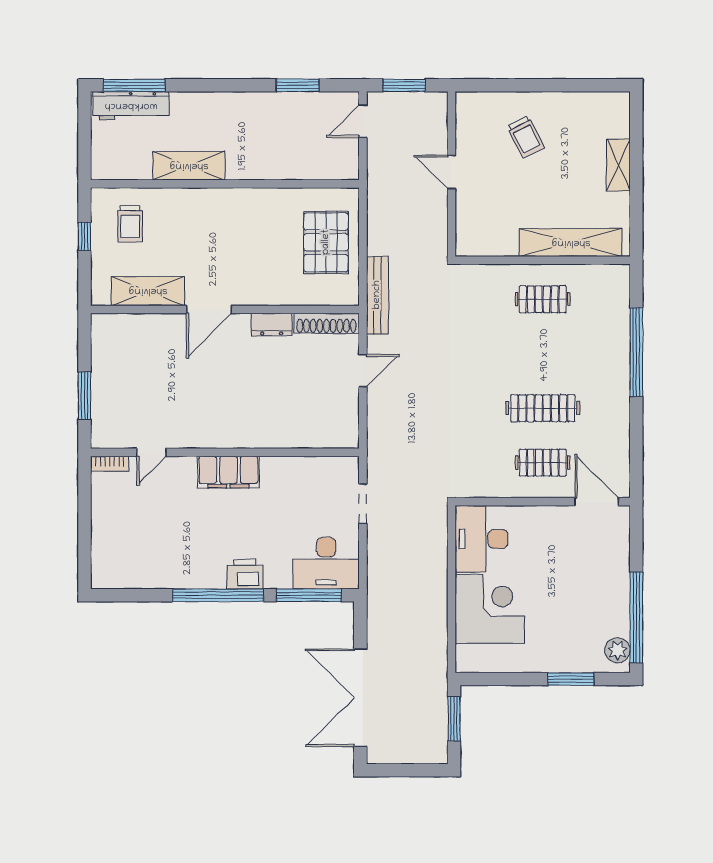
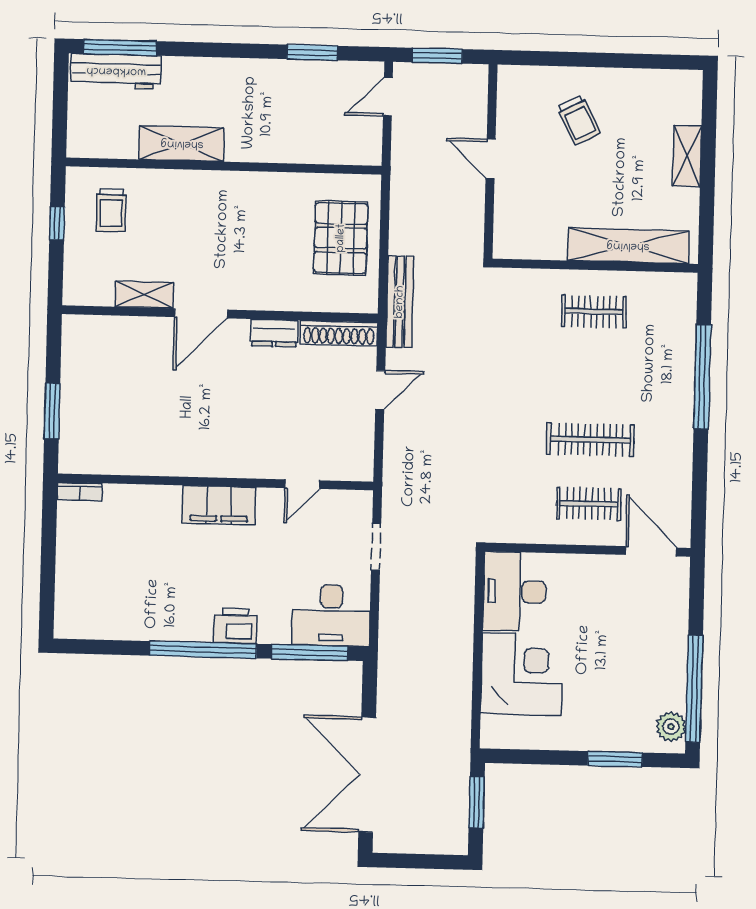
shelving: (148, 291) -> (144, 295), width x0.67, depth x0.75
door: (152, 452) -> (302, 484), moved

